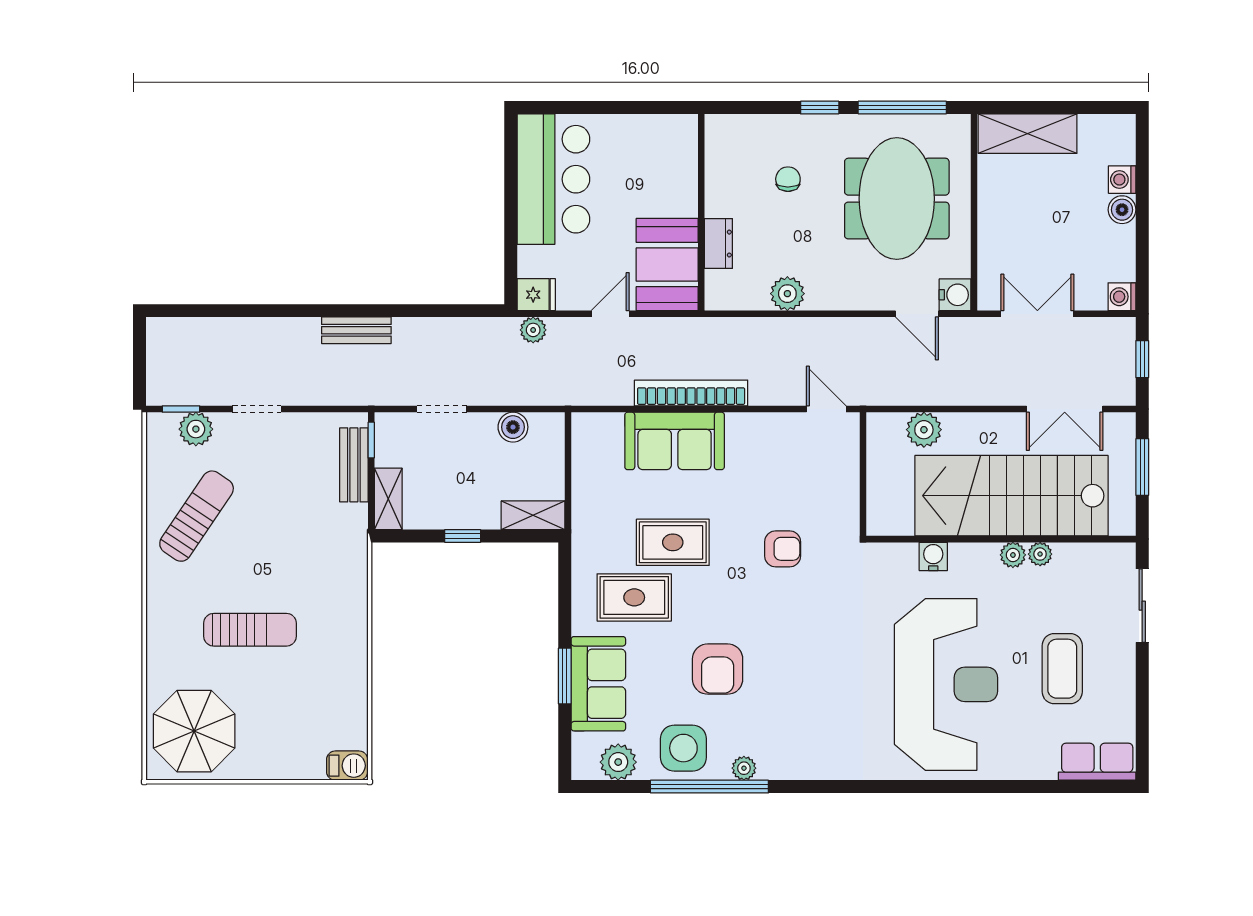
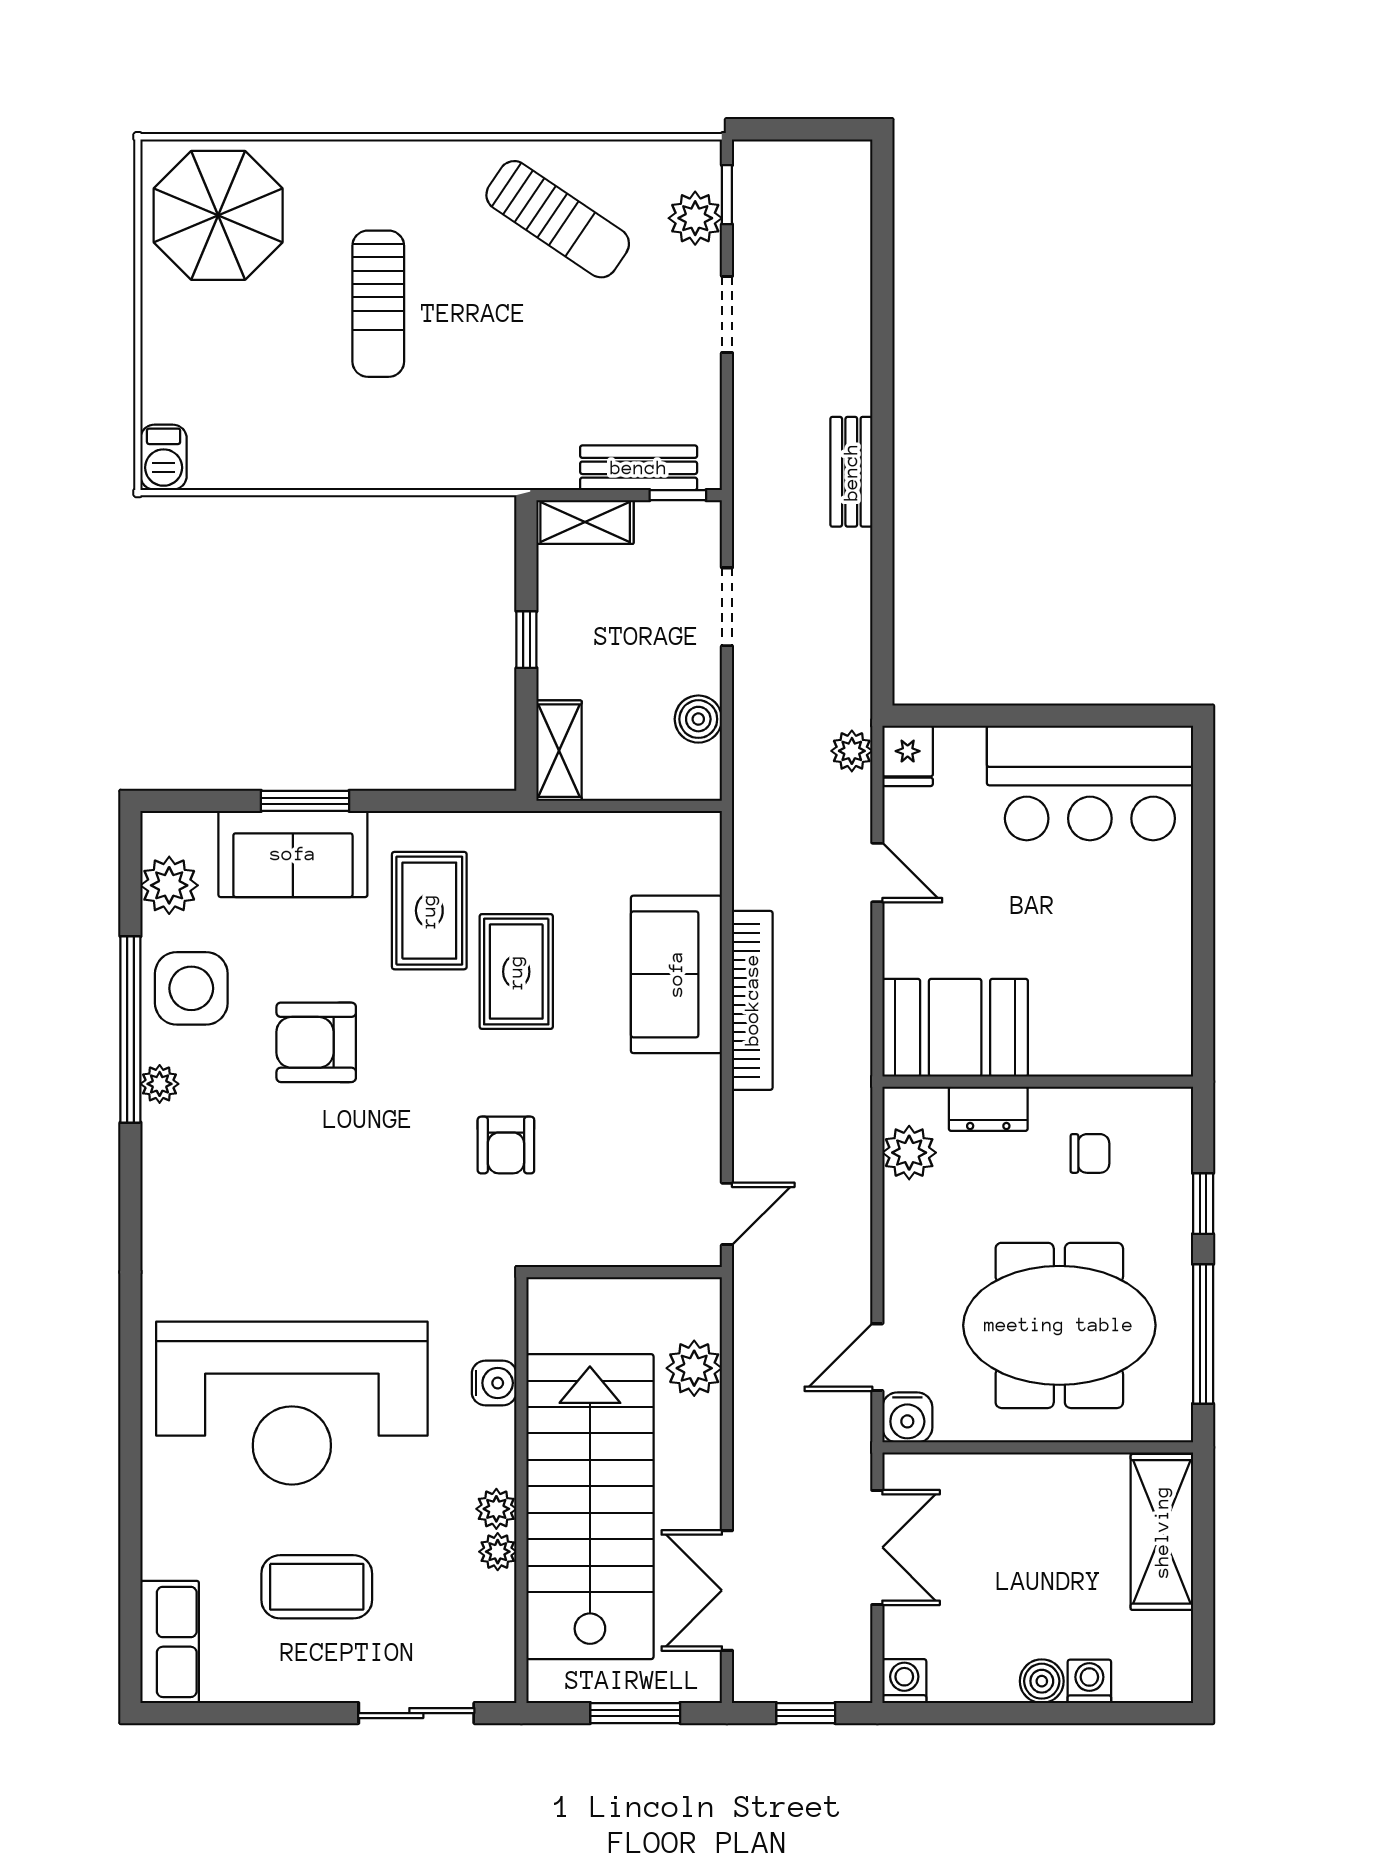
wall: (701, 212) -> (1038, 1082), moved
dresser: (718, 244) -> (988, 1109), moved
booth: (667, 265) -> (955, 1028), moved

